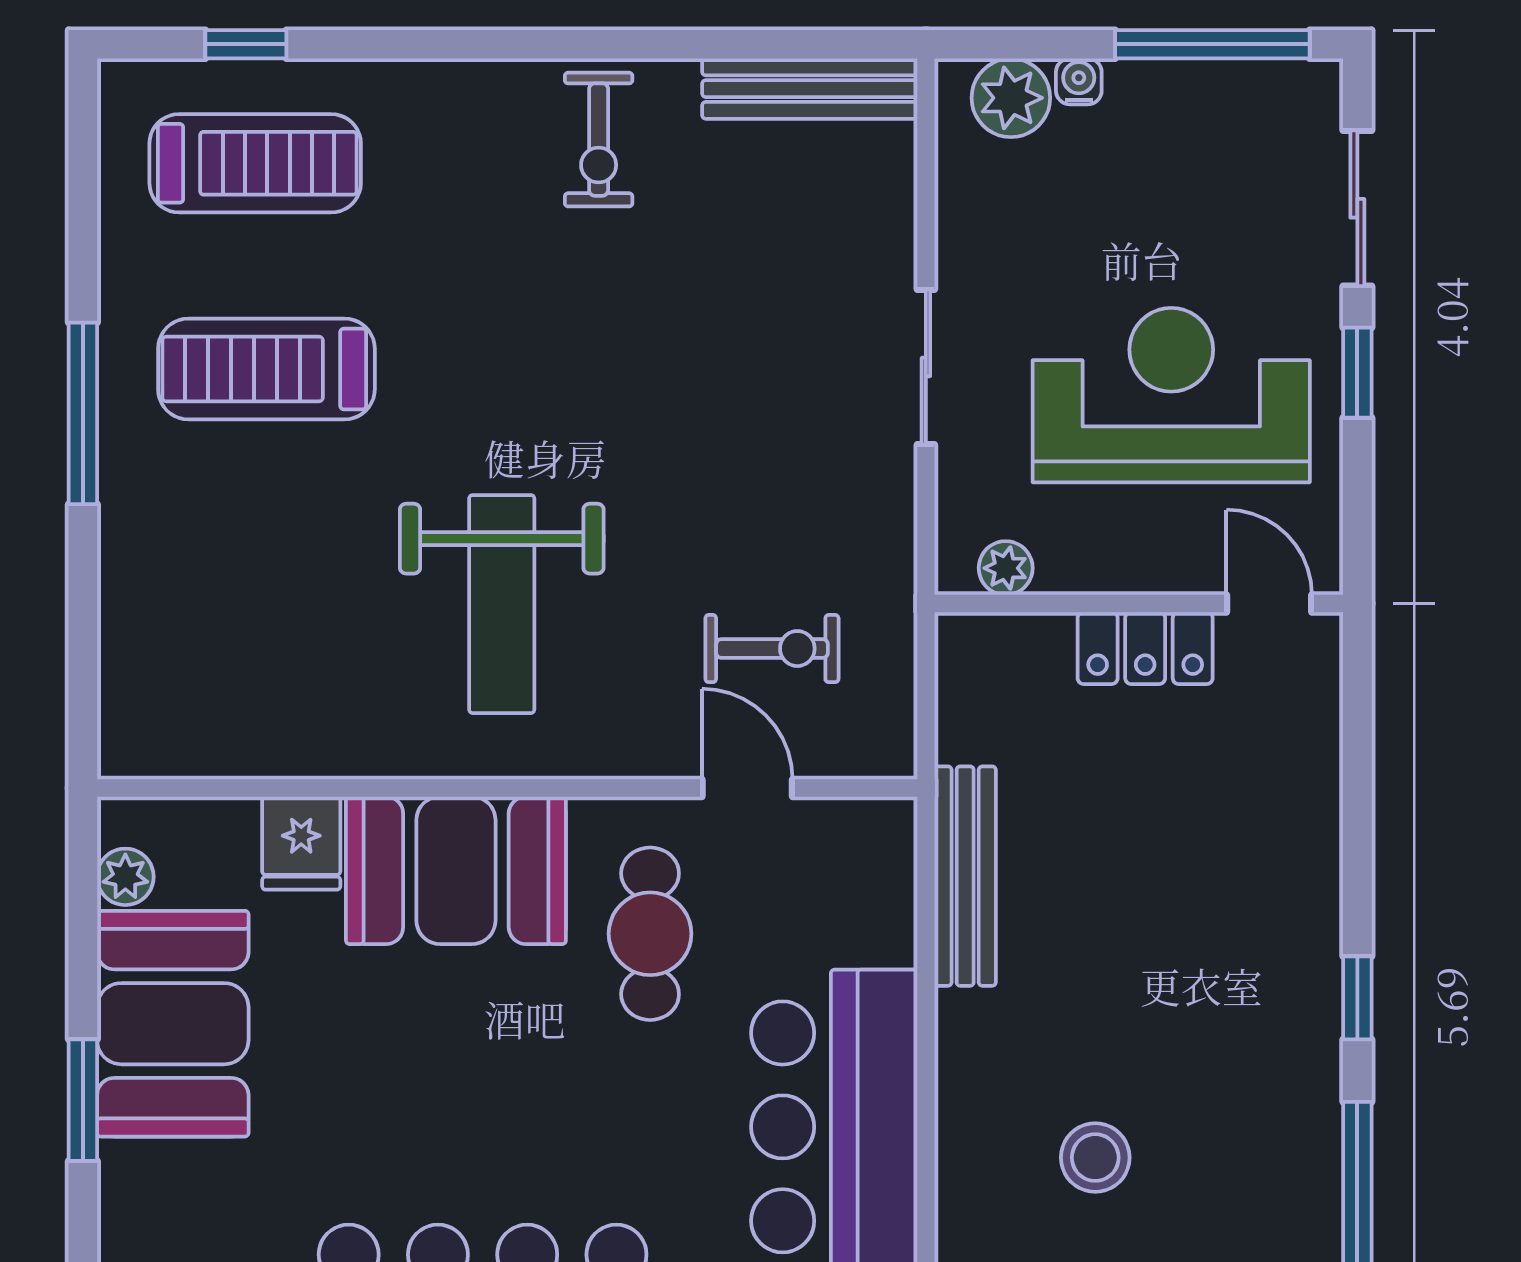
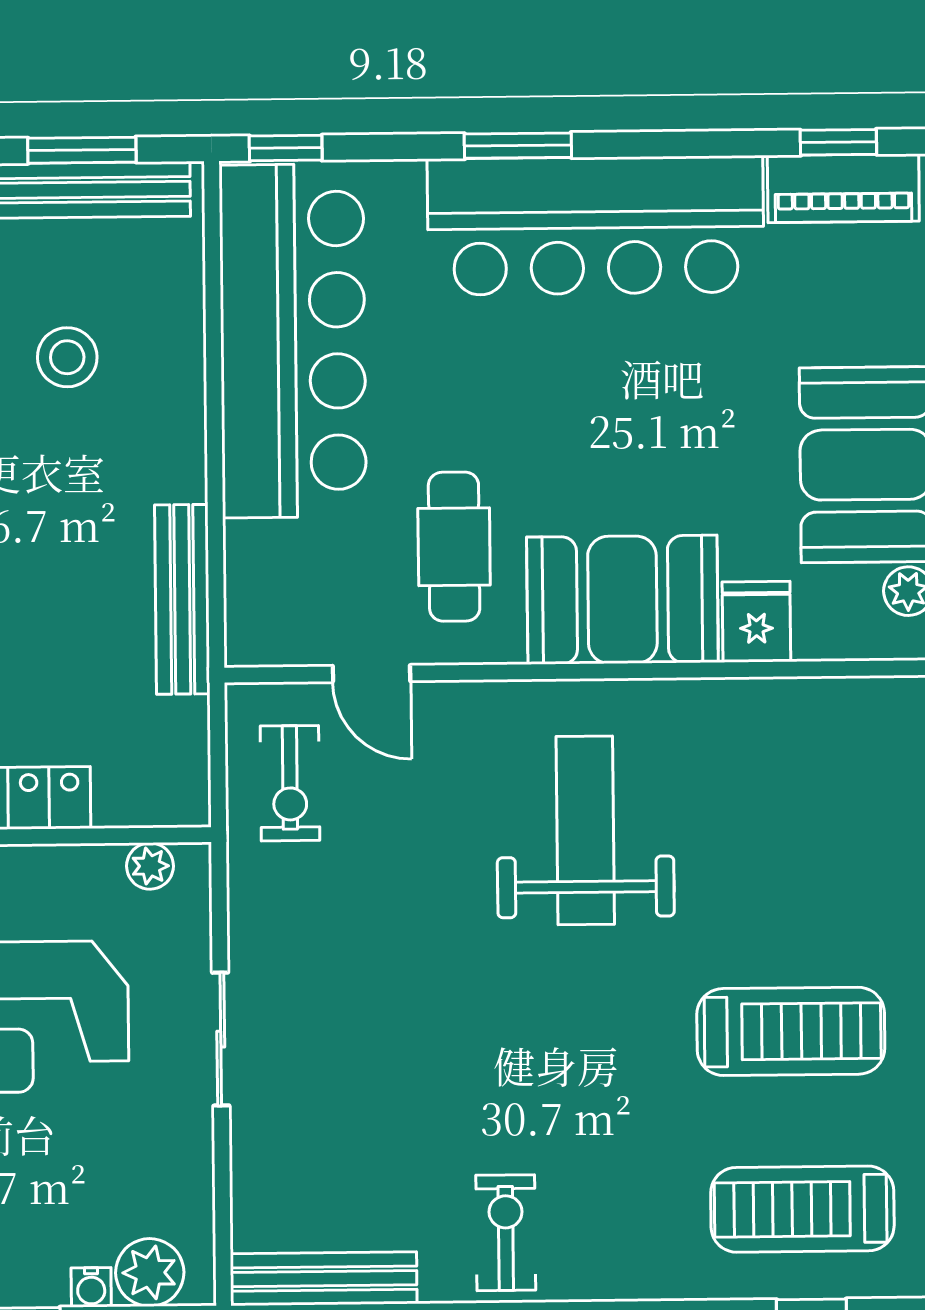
exercise bike: (772, 649) -> (290, 783), moved, turned -90

